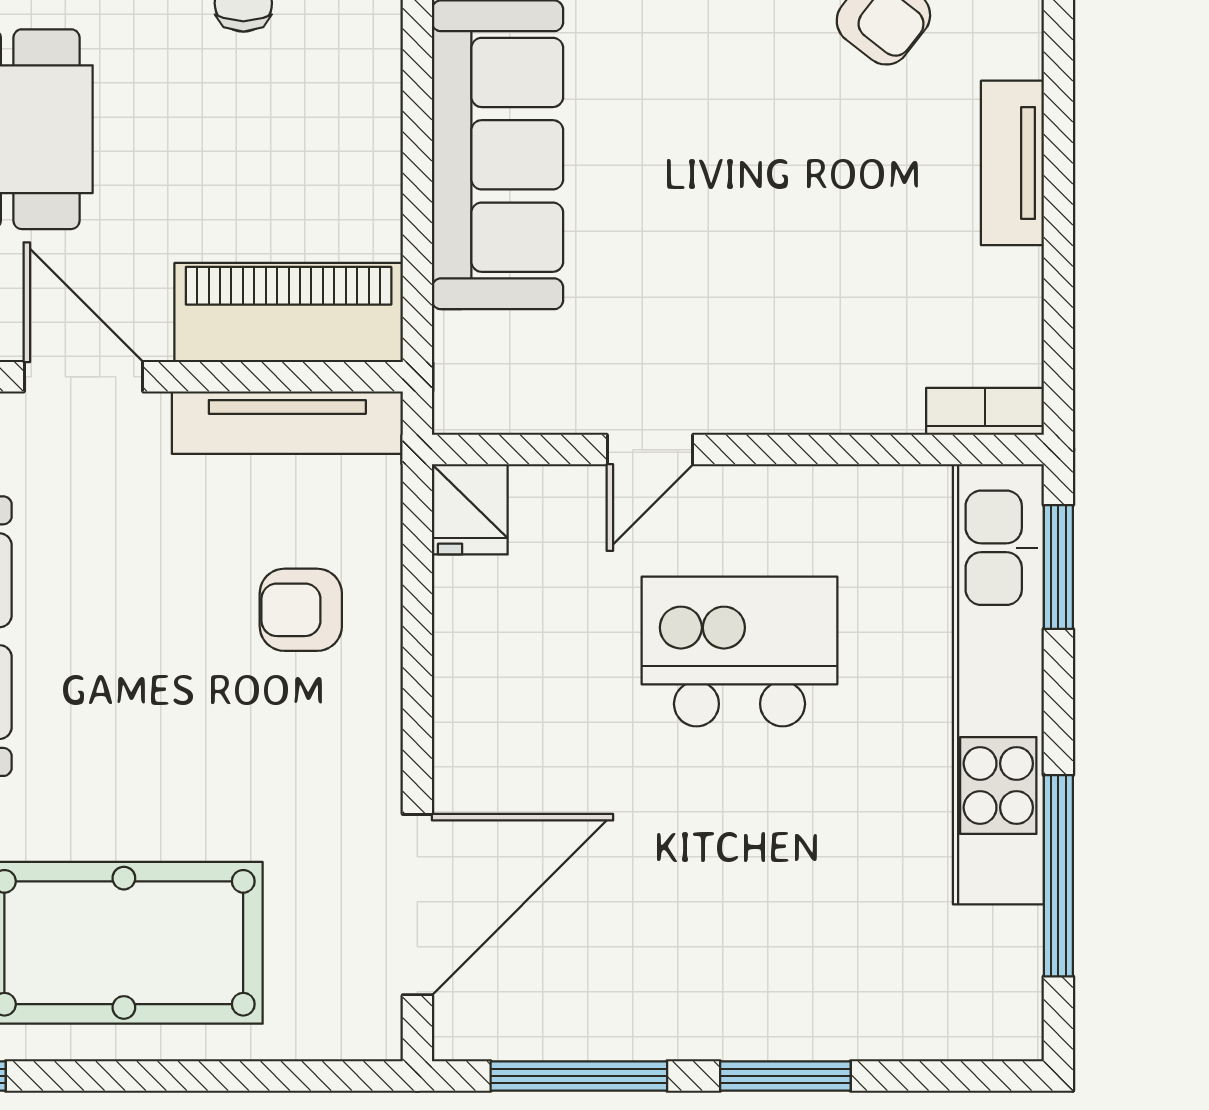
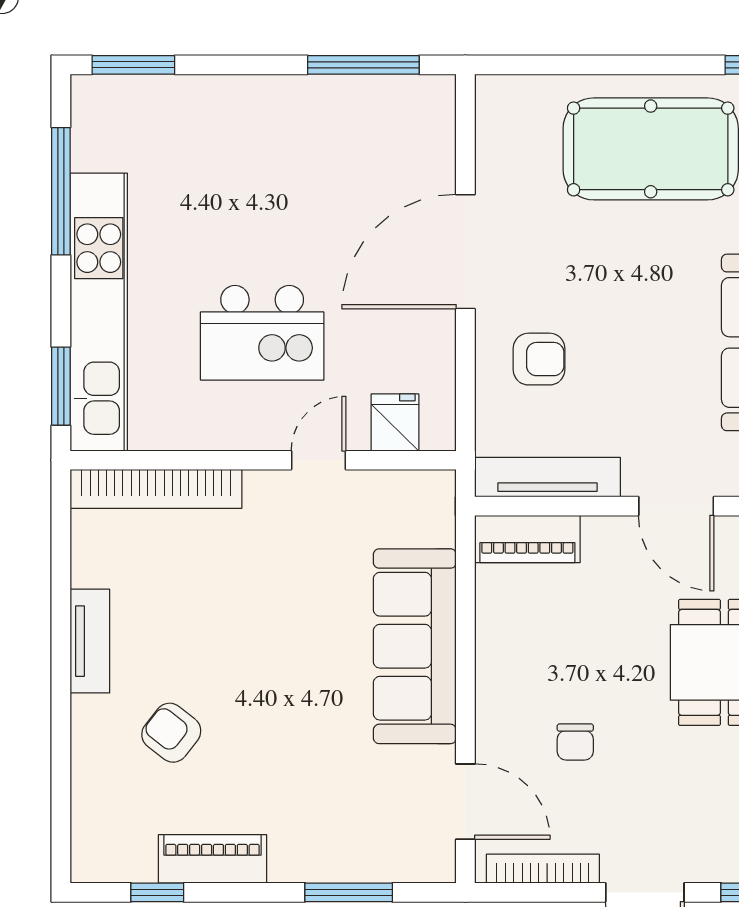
piano: (289, 313) -> (527, 539), width x0.73, depth x0.75
bookcase: (985, 411) -> (156, 489), width x2.31, depth x1.31
fridge: (470, 509) -> (395, 422), moved
door: (417, 905) -> (465, 252), moved
window: (785, 1076) -> (133, 65), moved

